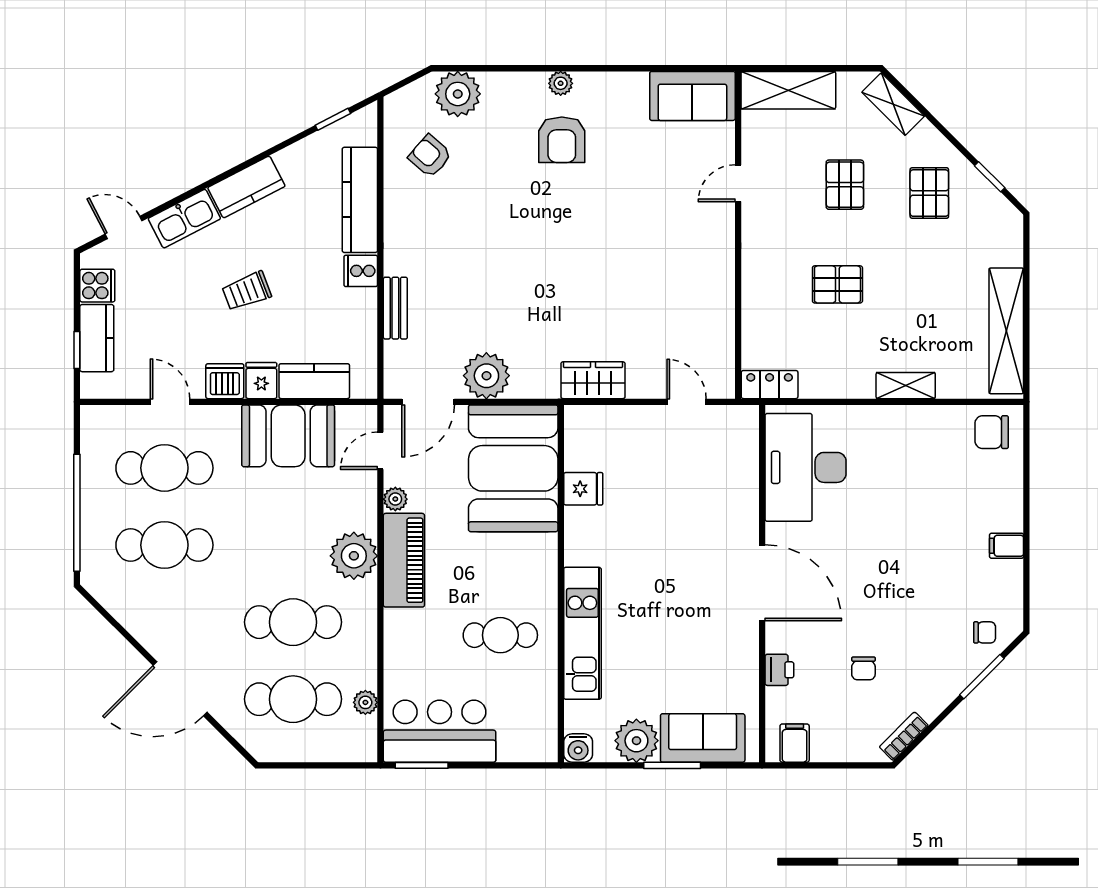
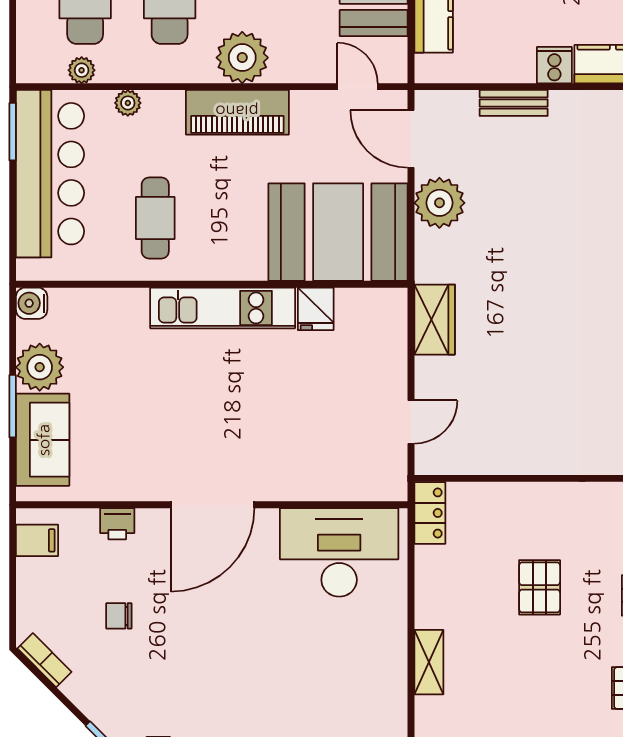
plant: (395, 499) -> (128, 103), moved
kitchen unit: (582, 633) -> (223, 308), moved
bar counter: (440, 731) -> (50, 174), width x1.36

